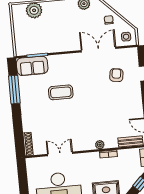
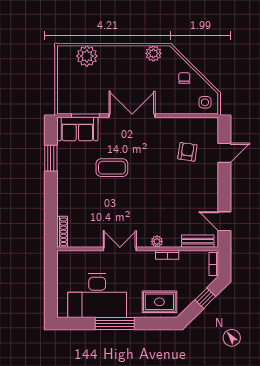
double door: (98, 50) -> (132, 116), moved
window: (14, 90) -> (51, 158), width x0.69
double door: (60, 154) -> (120, 249), moved

